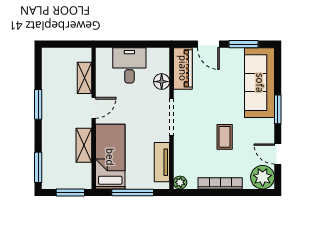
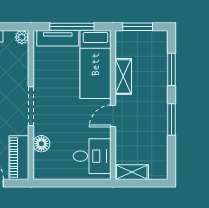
desk: (129, 65) -> (92, 156), moved, turned -90
shelving: (85, 78) -> (132, 172), moved, turned 90
tv unit: (162, 162) -> (58, 38), moved, turned 90
window: (38, 167) -> (172, 69), moved

